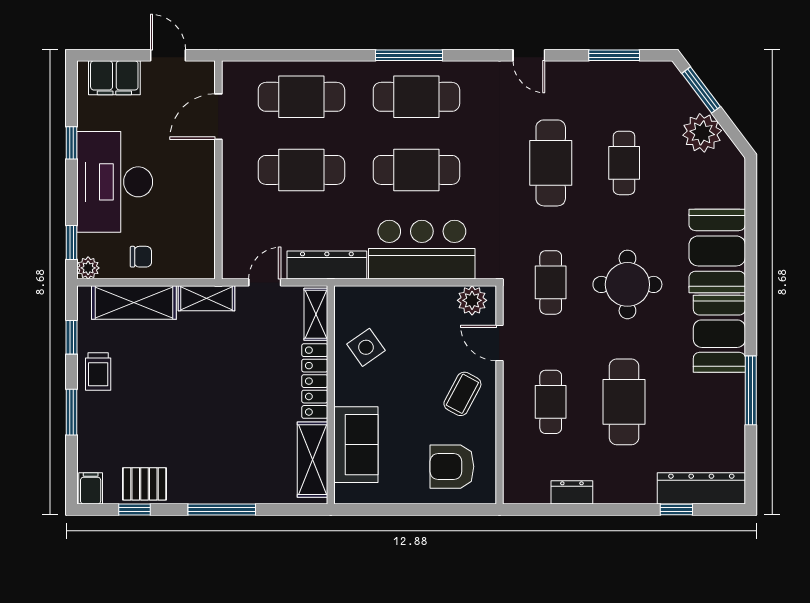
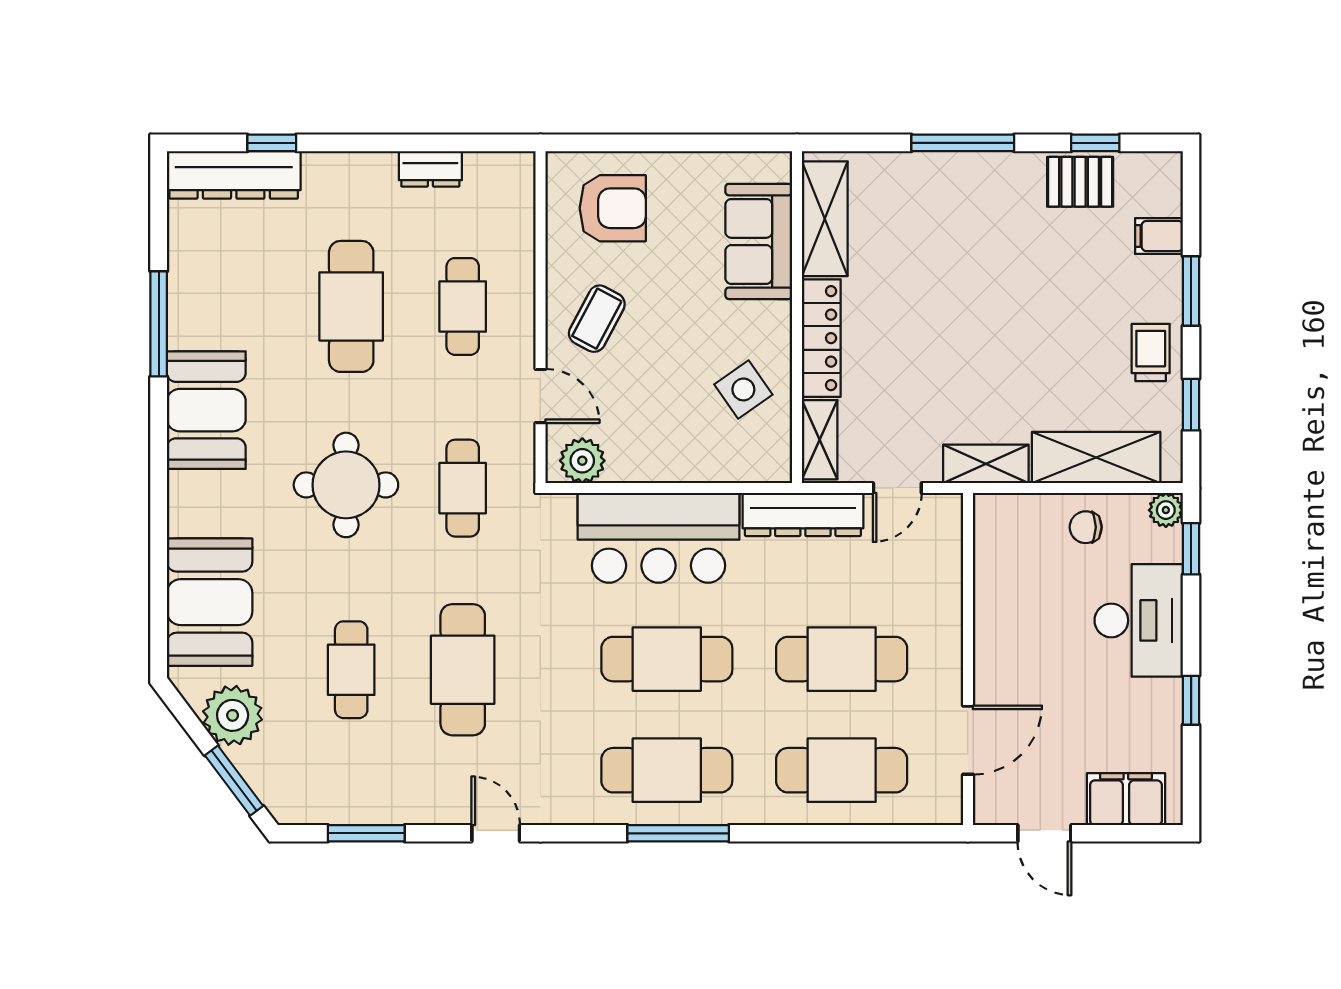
desk: (115, 182) -> (1139, 620), width x0.73, depth x0.77
booth: (717, 251) -> (210, 602), moved
filing cabinet: (91, 488) -> (1159, 236), moved, turned 90

